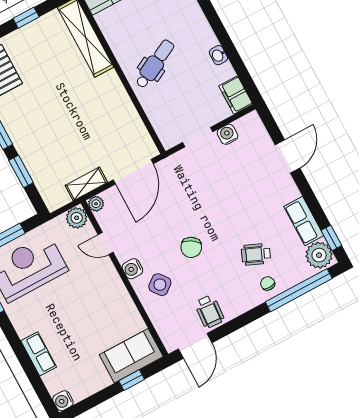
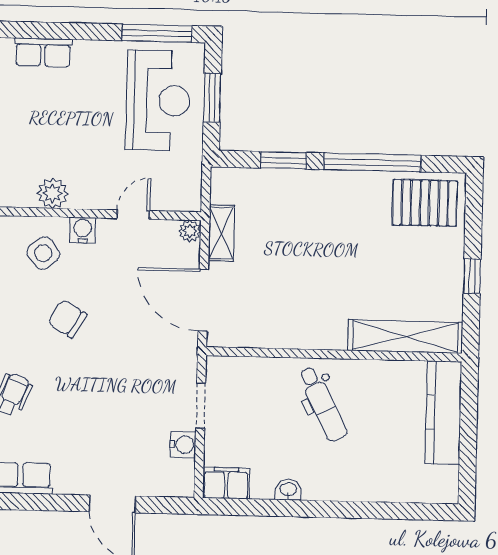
plant: (77, 218) -> (53, 193), moved

